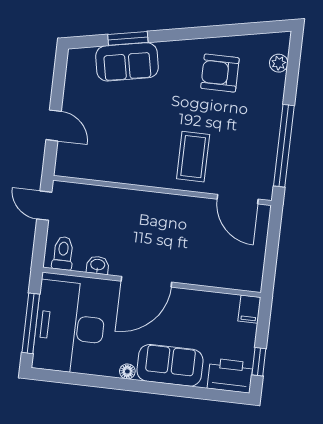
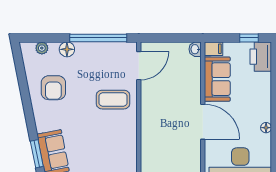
floor lamp: (273, 99) -> (67, 49), added
washbasin: (98, 265) -> (195, 49), moved
sofa: (170, 365) -> (217, 79), moved, turned 180

